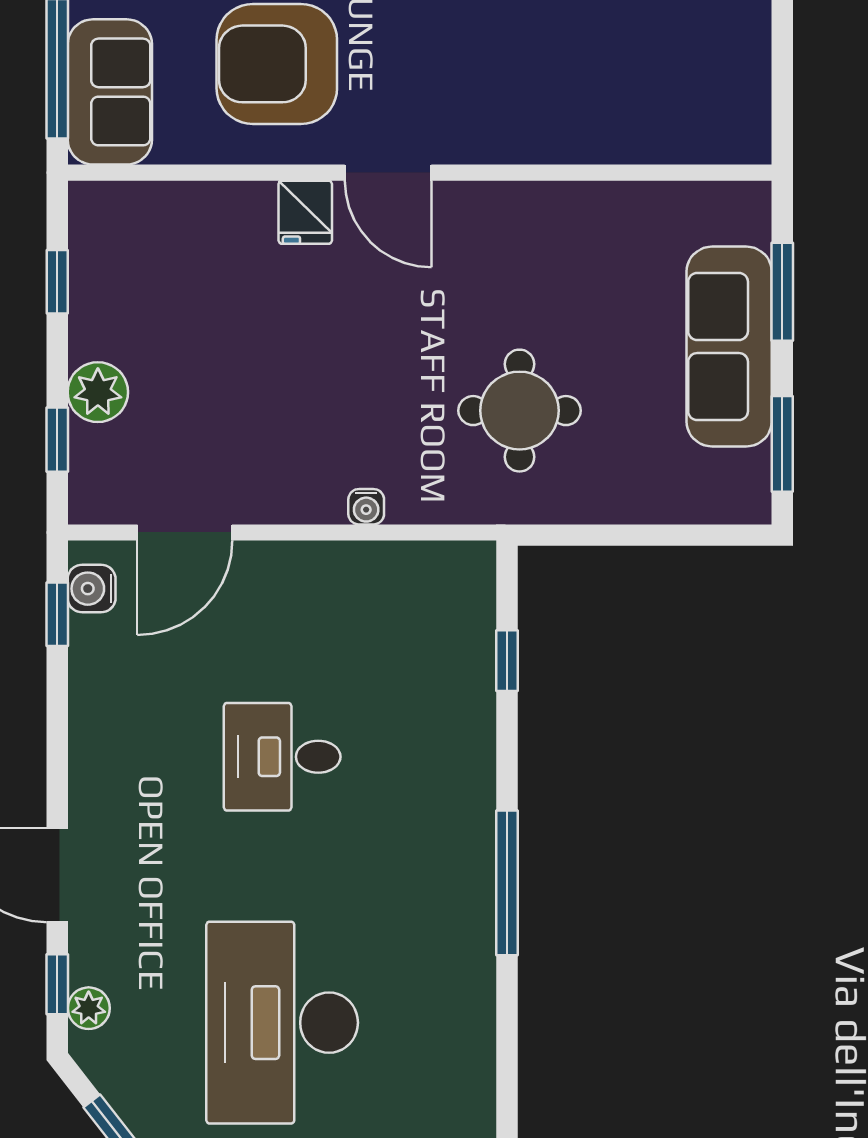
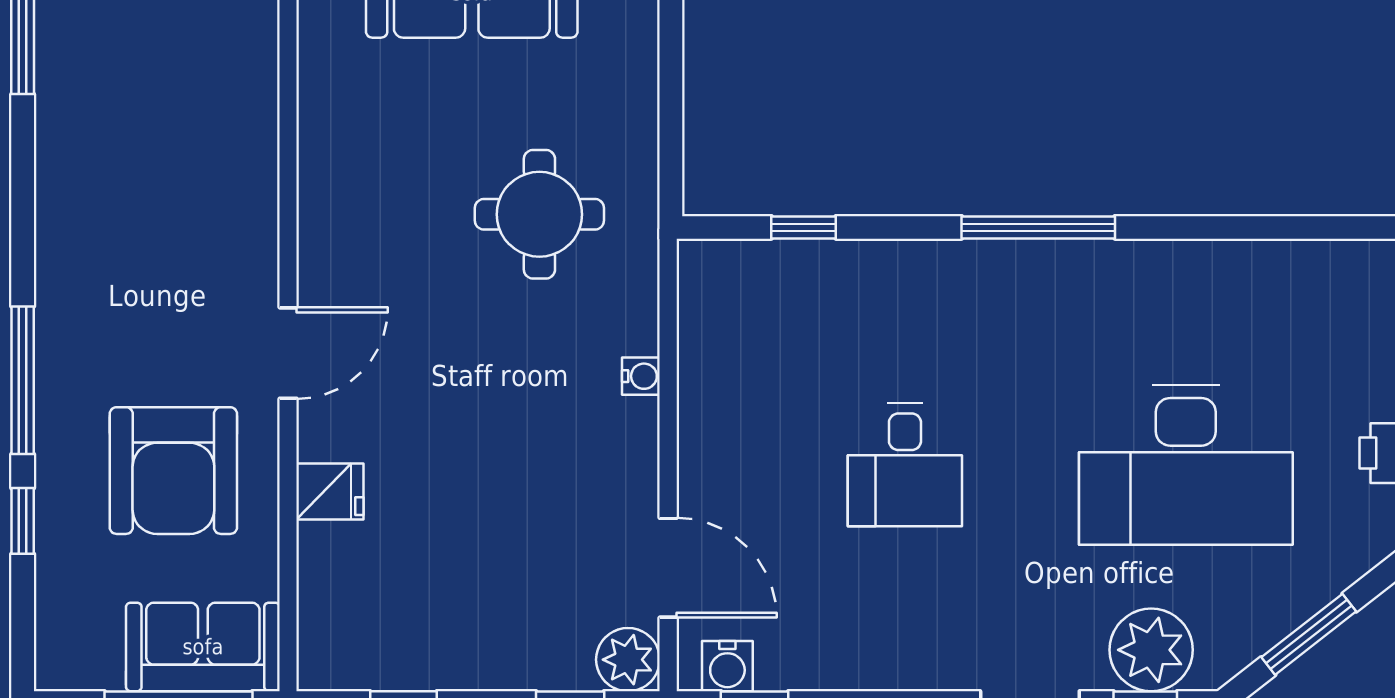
fridge: (305, 212) -> (330, 491), moved
plant: (98, 392) -> (628, 660), moved
plant: (89, 1008) -> (1151, 650), width x1.87, depth x1.87

